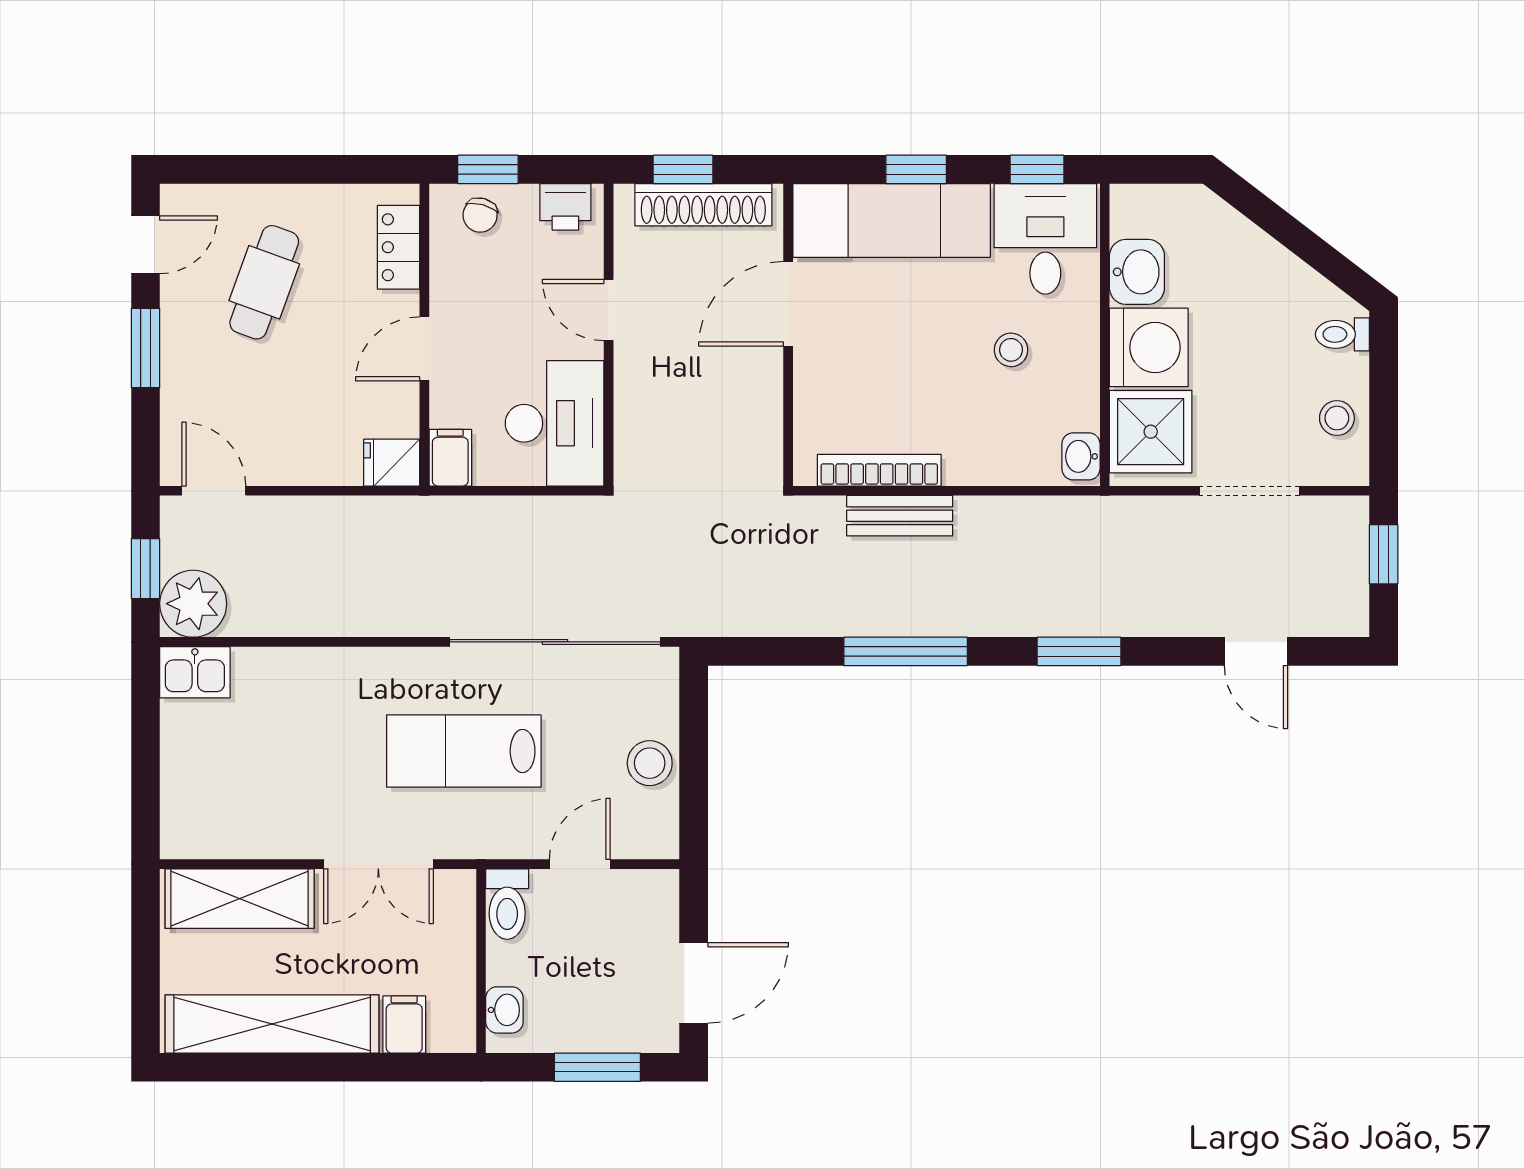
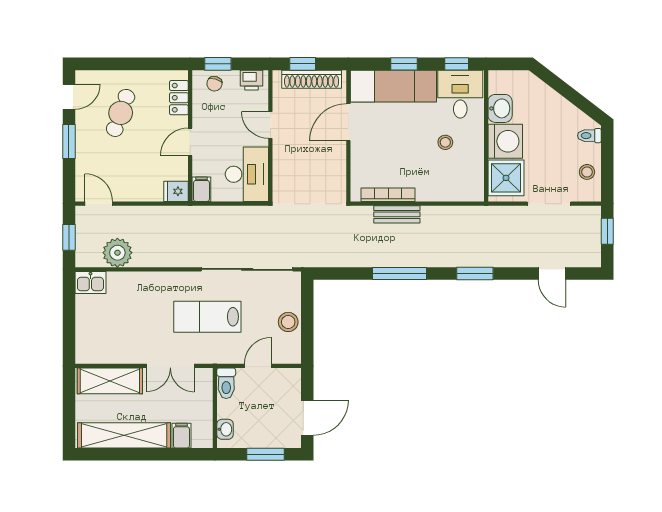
washbasin: (1081, 456) -> (476, 189), removed
plant: (193, 604) -> (117, 253), moved

